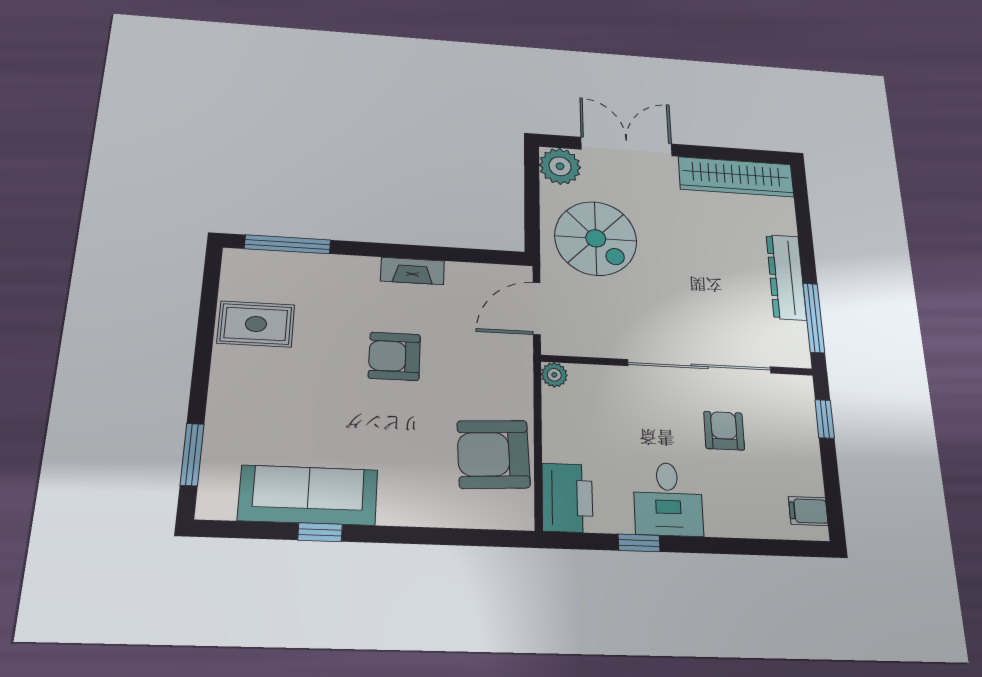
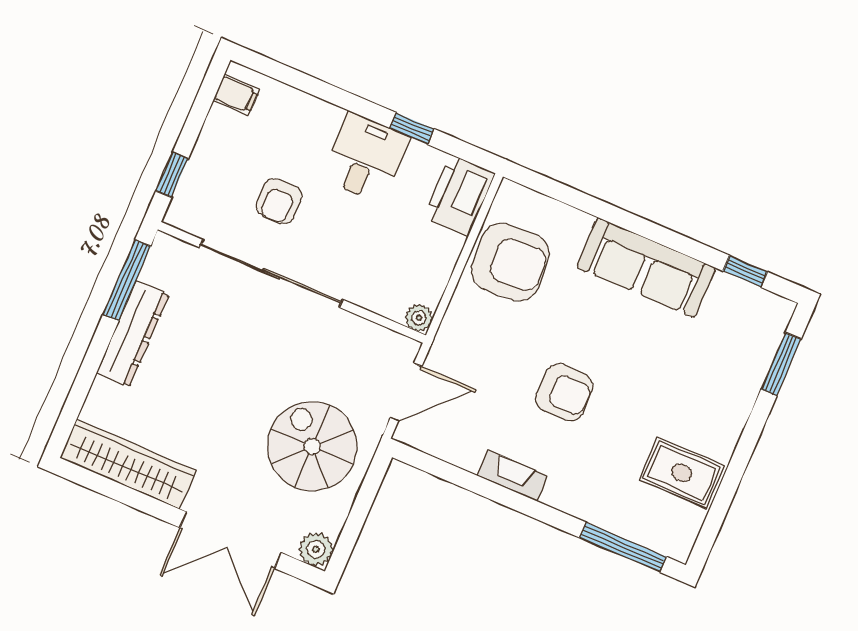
plant: (560, 166) -> (316, 549), width x0.73, depth x0.73
sofa: (308, 495) -> (646, 268), moved
window: (320, 532) -> (745, 271), moved

